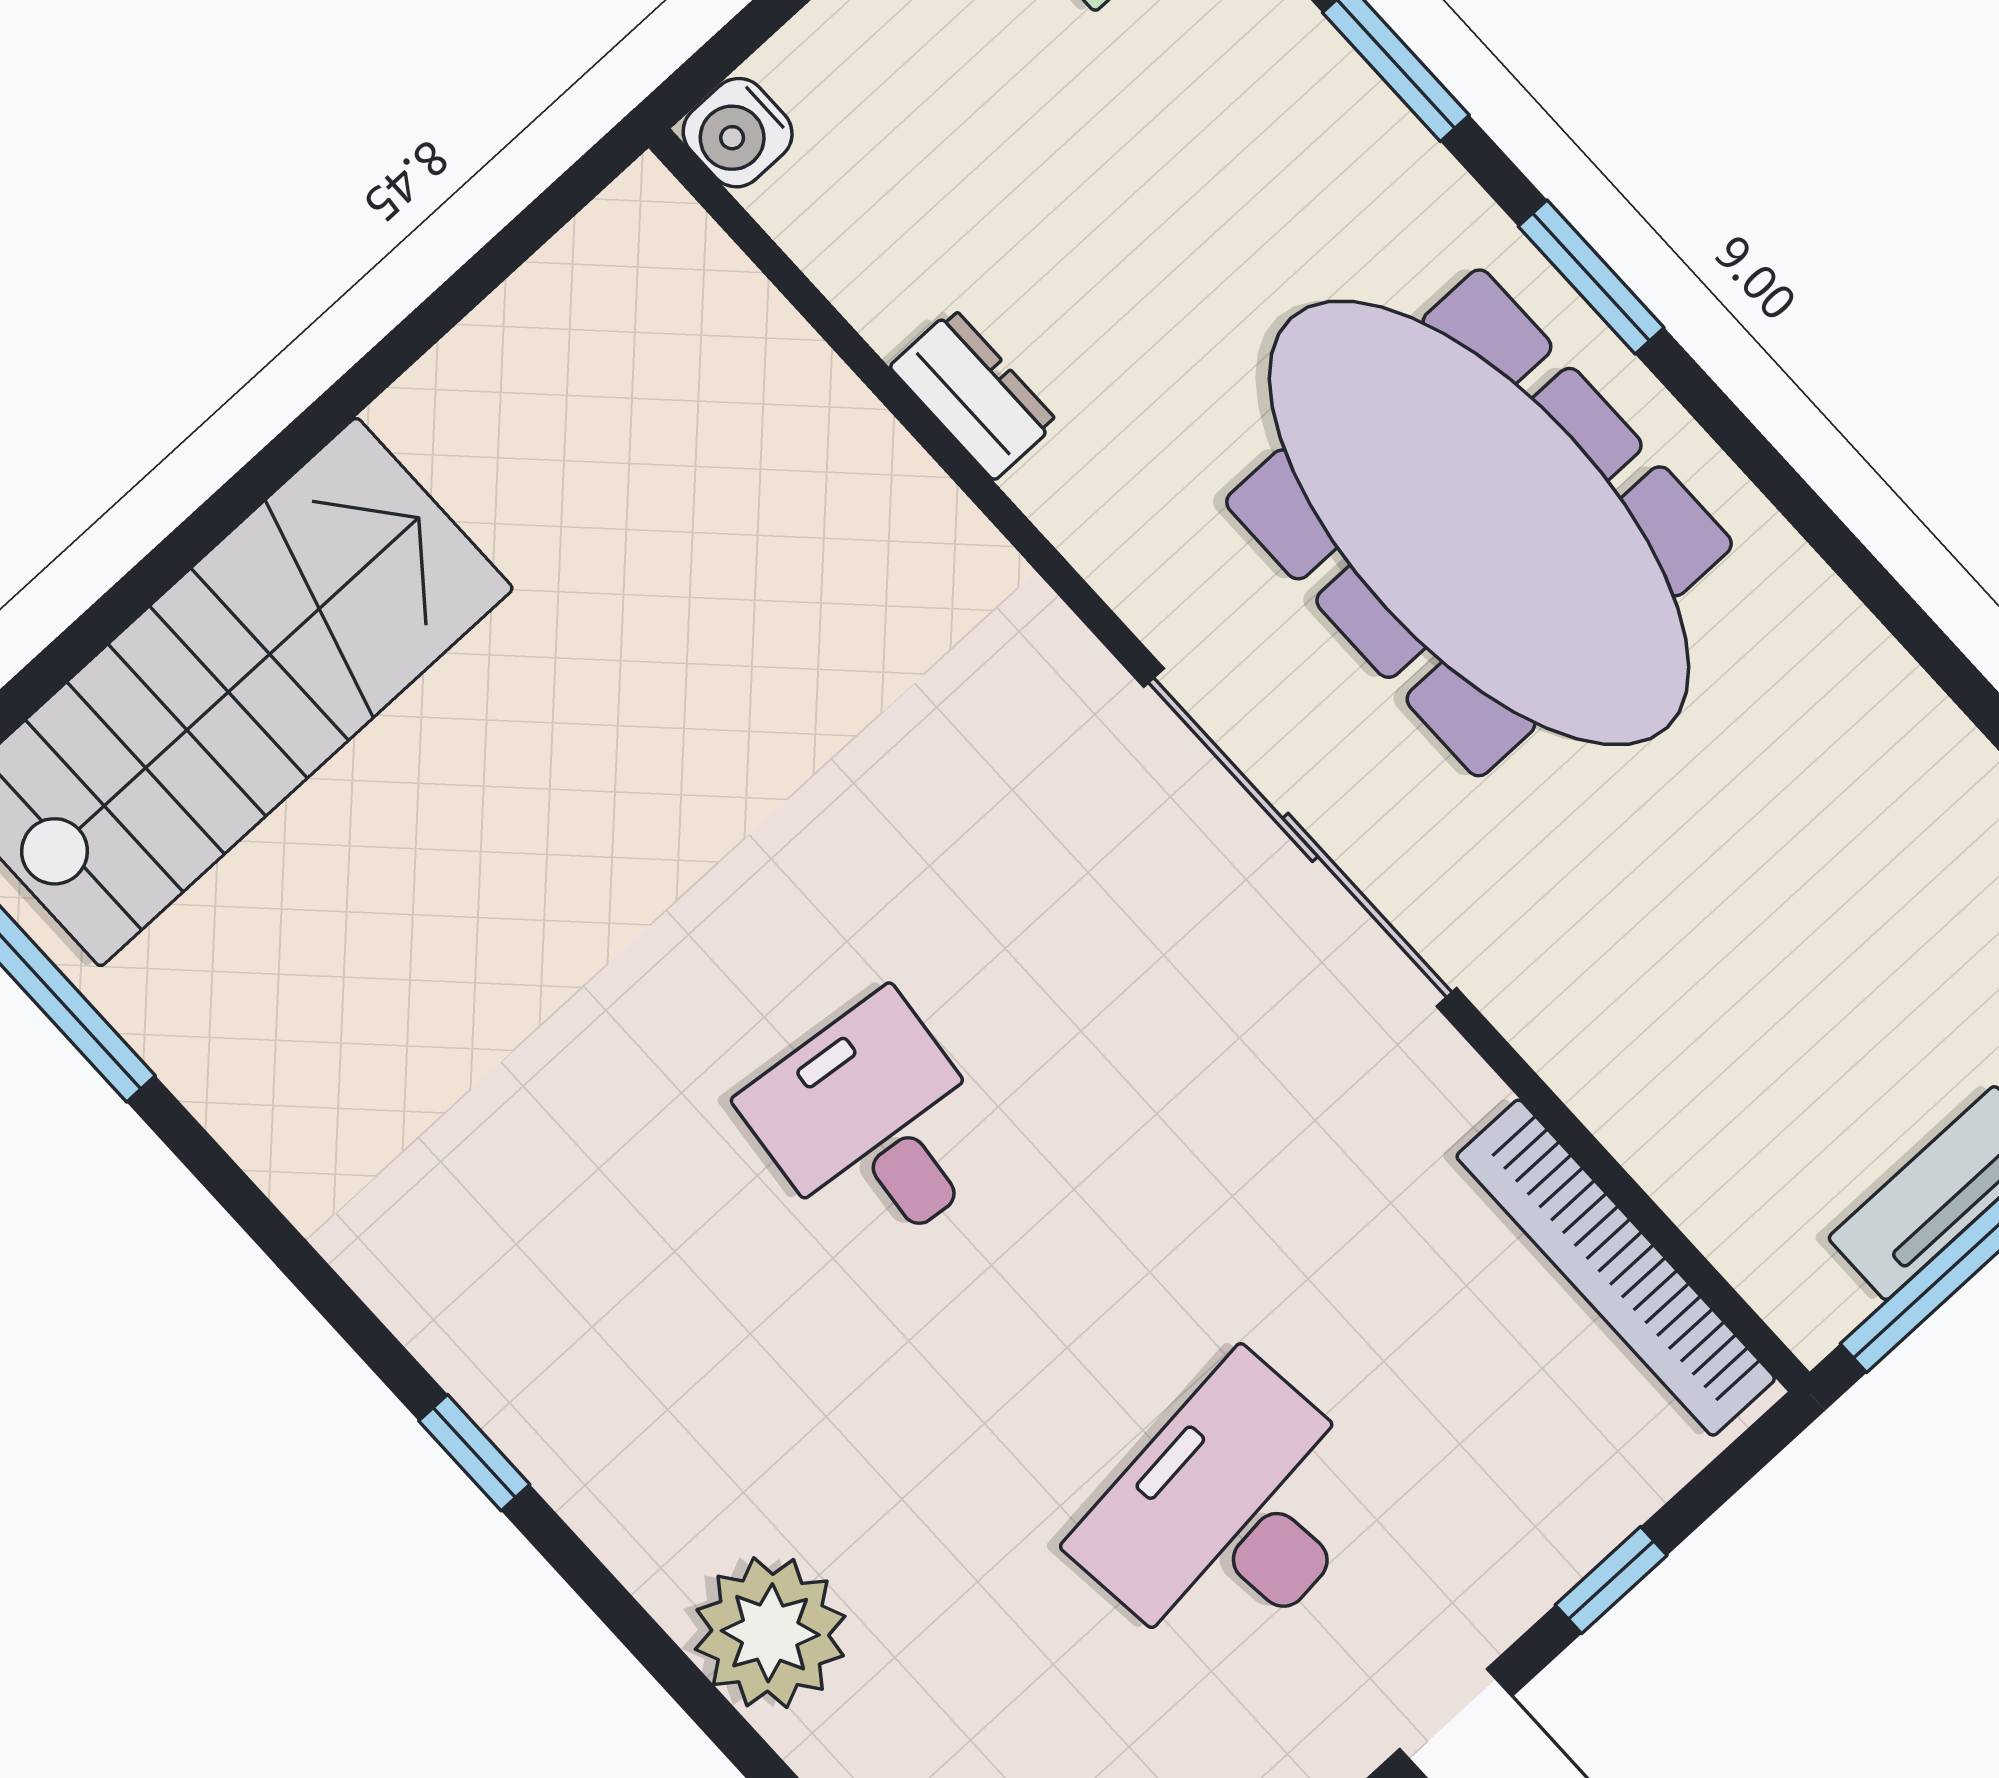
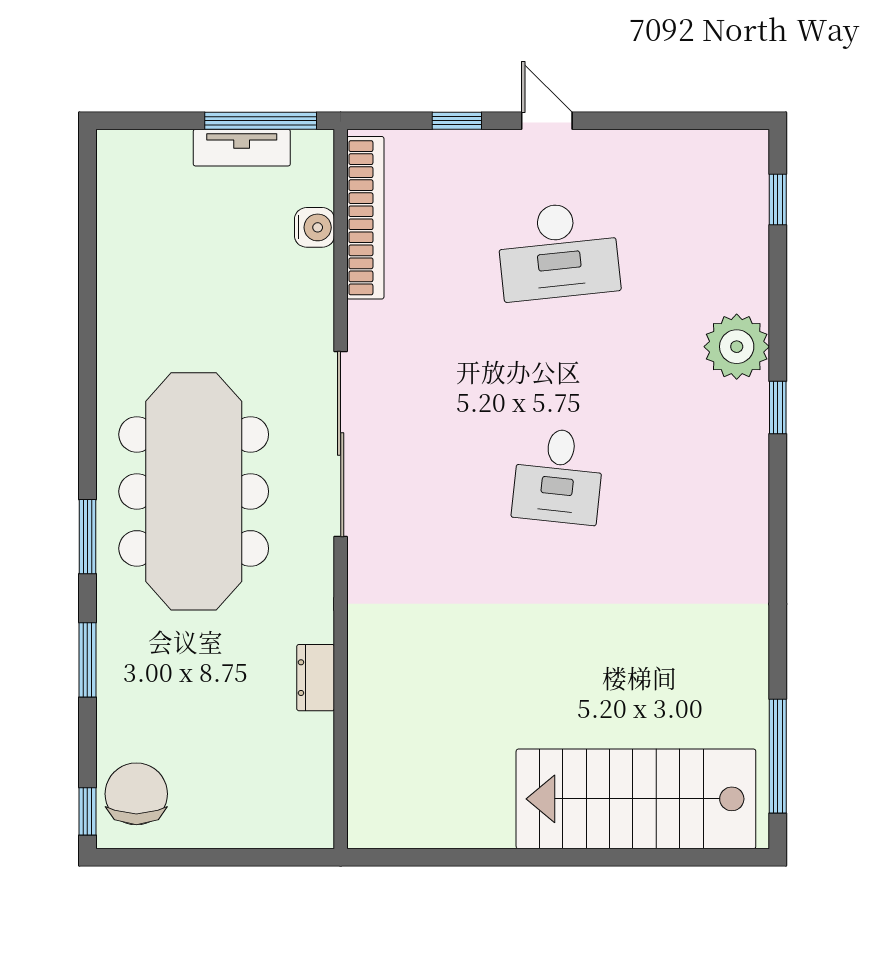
water cooler: (738, 133) -> (314, 227), moved
window: (474, 1453) -> (778, 408), moved

